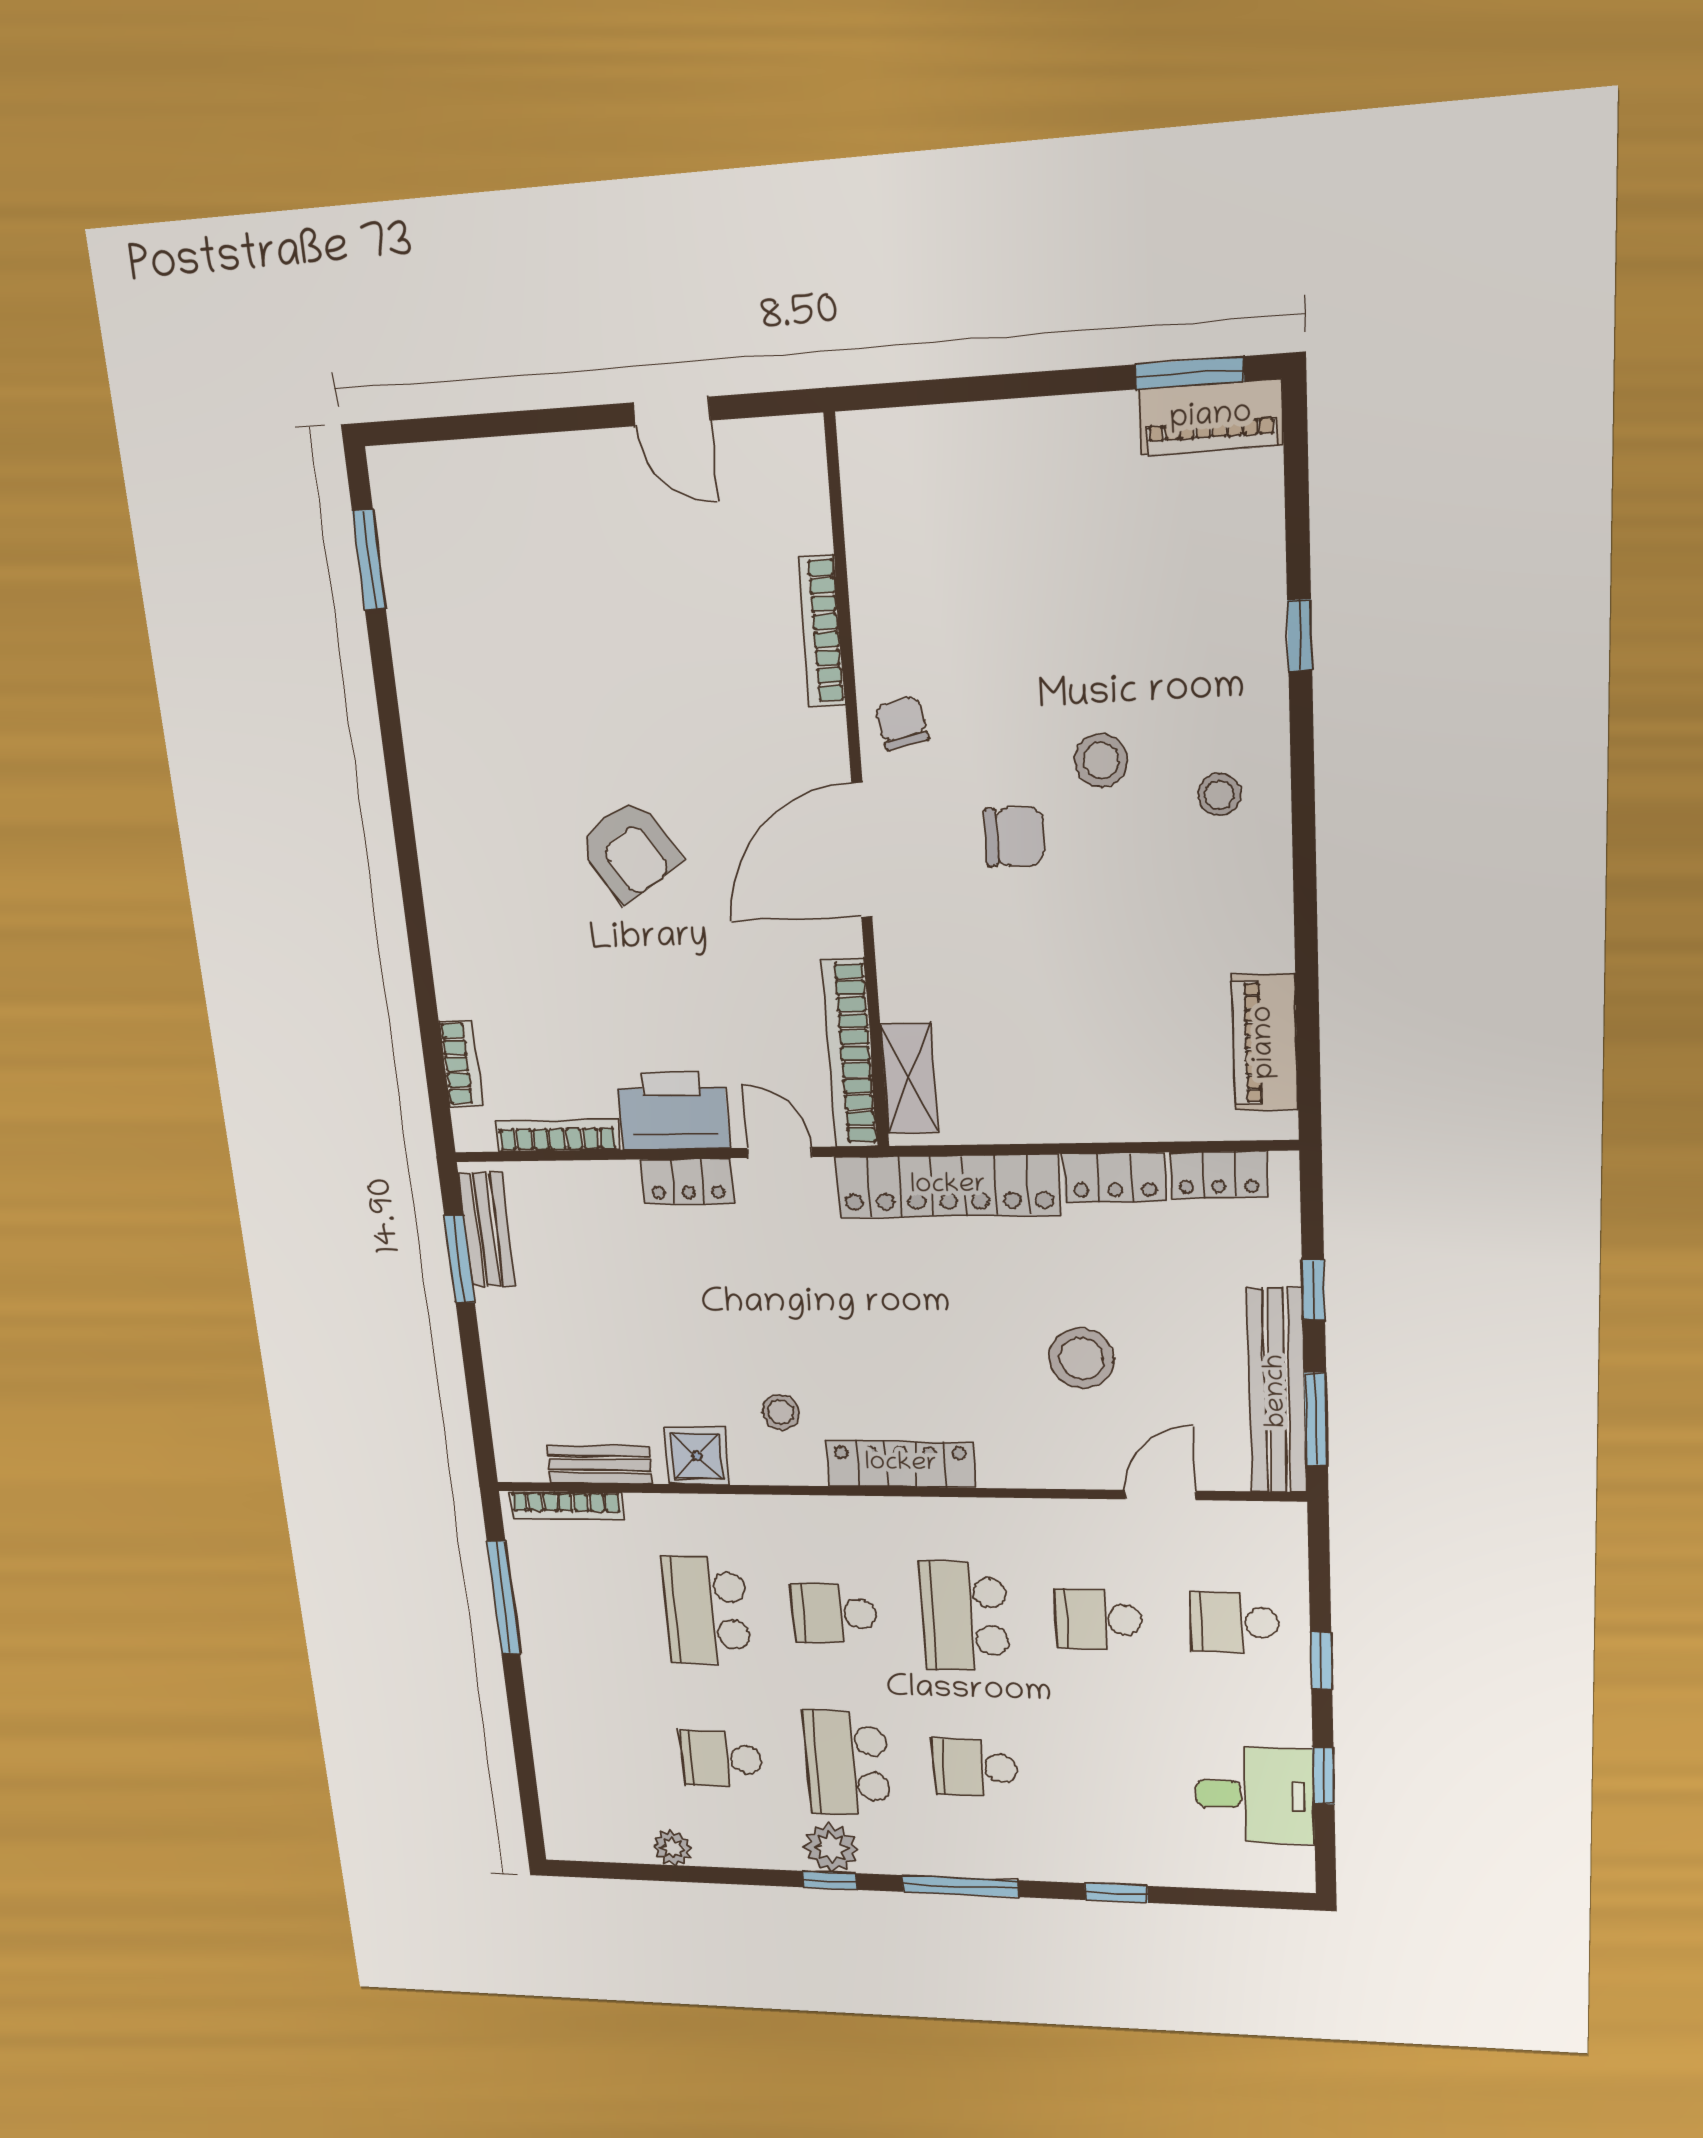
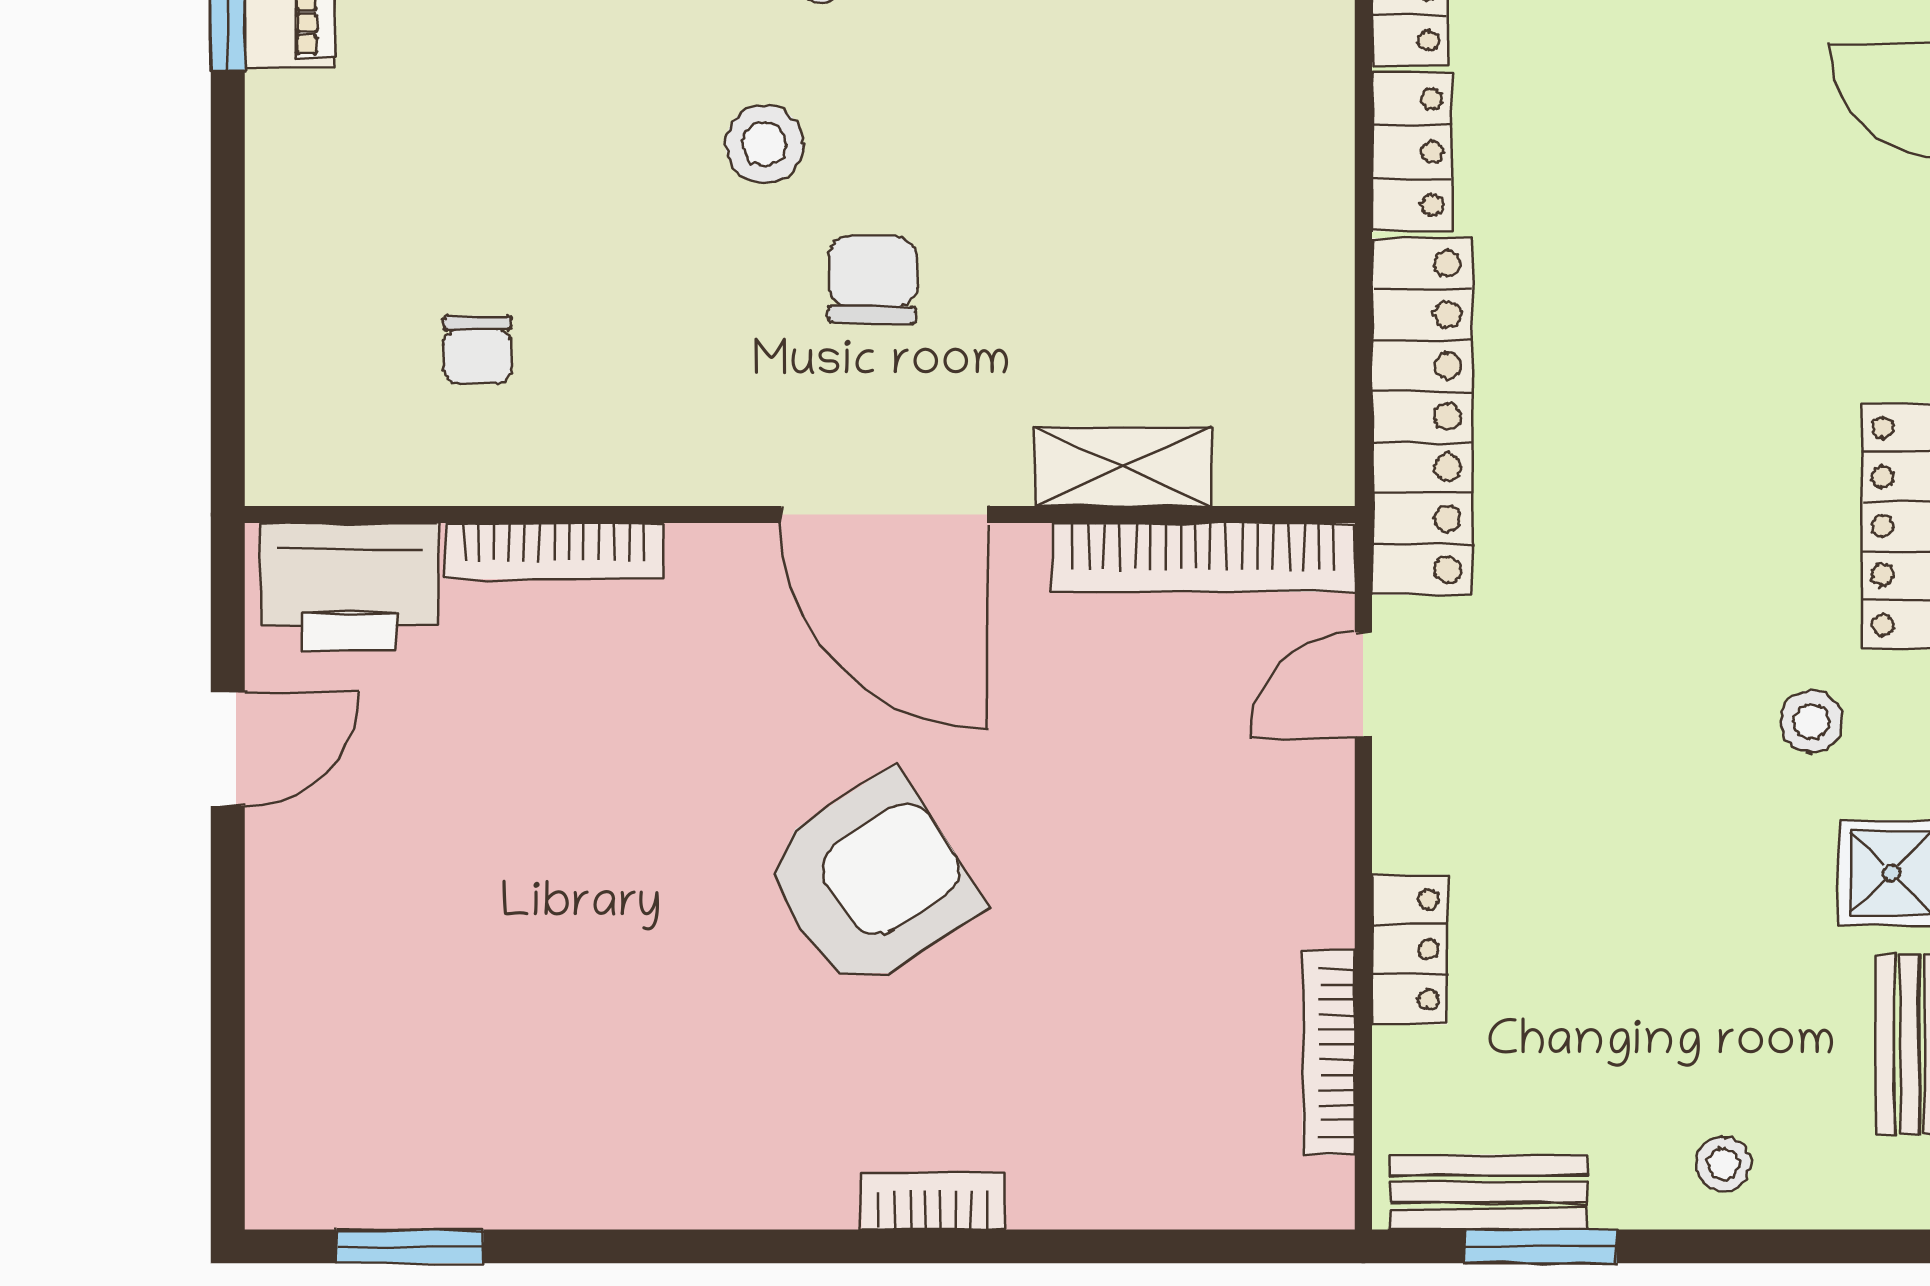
chair: (902, 723) -> (478, 350), moved, turned -78
armchair: (629, 851) -> (871, 882), width x1.36, depth x1.36
bookcase: (461, 1064) -> (933, 1201), moved
shelving: (909, 1078) -> (1123, 467), moved
printer: (673, 1111) -> (349, 587), moved, turned -90
locker: (687, 1181) -> (1410, 950), moved
stool: (1081, 1358) -> (1723, 1164), moved, width x0.53, depth x0.53

